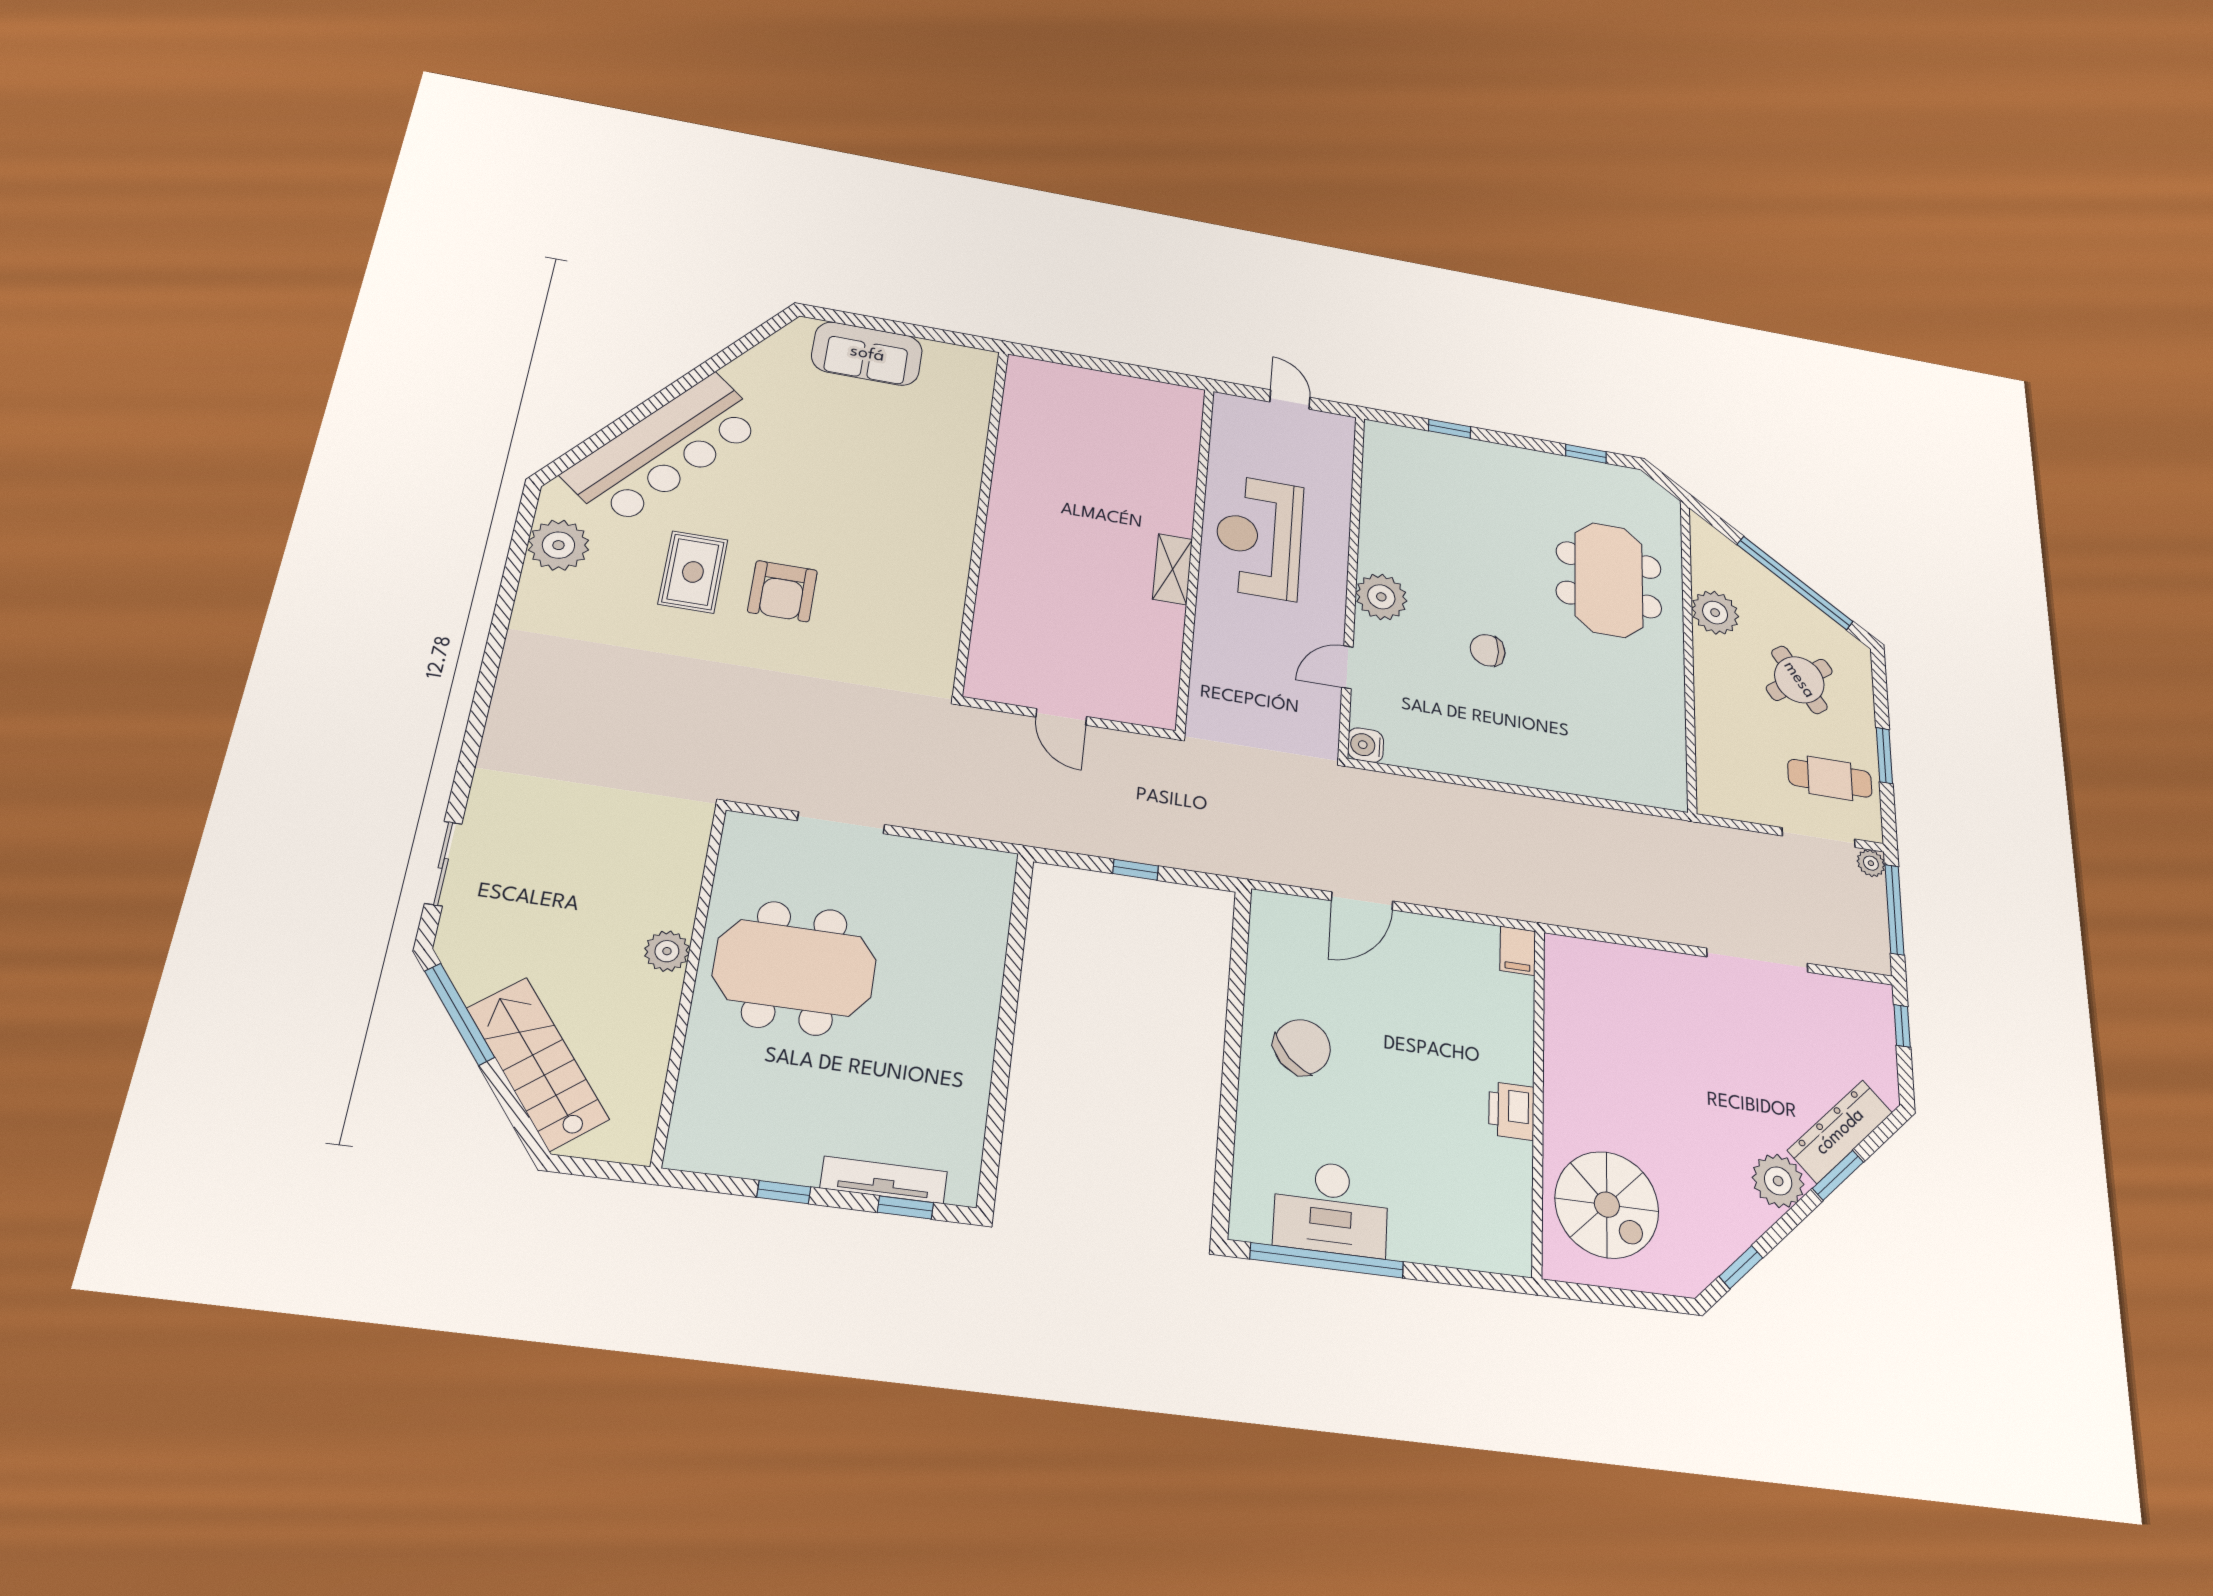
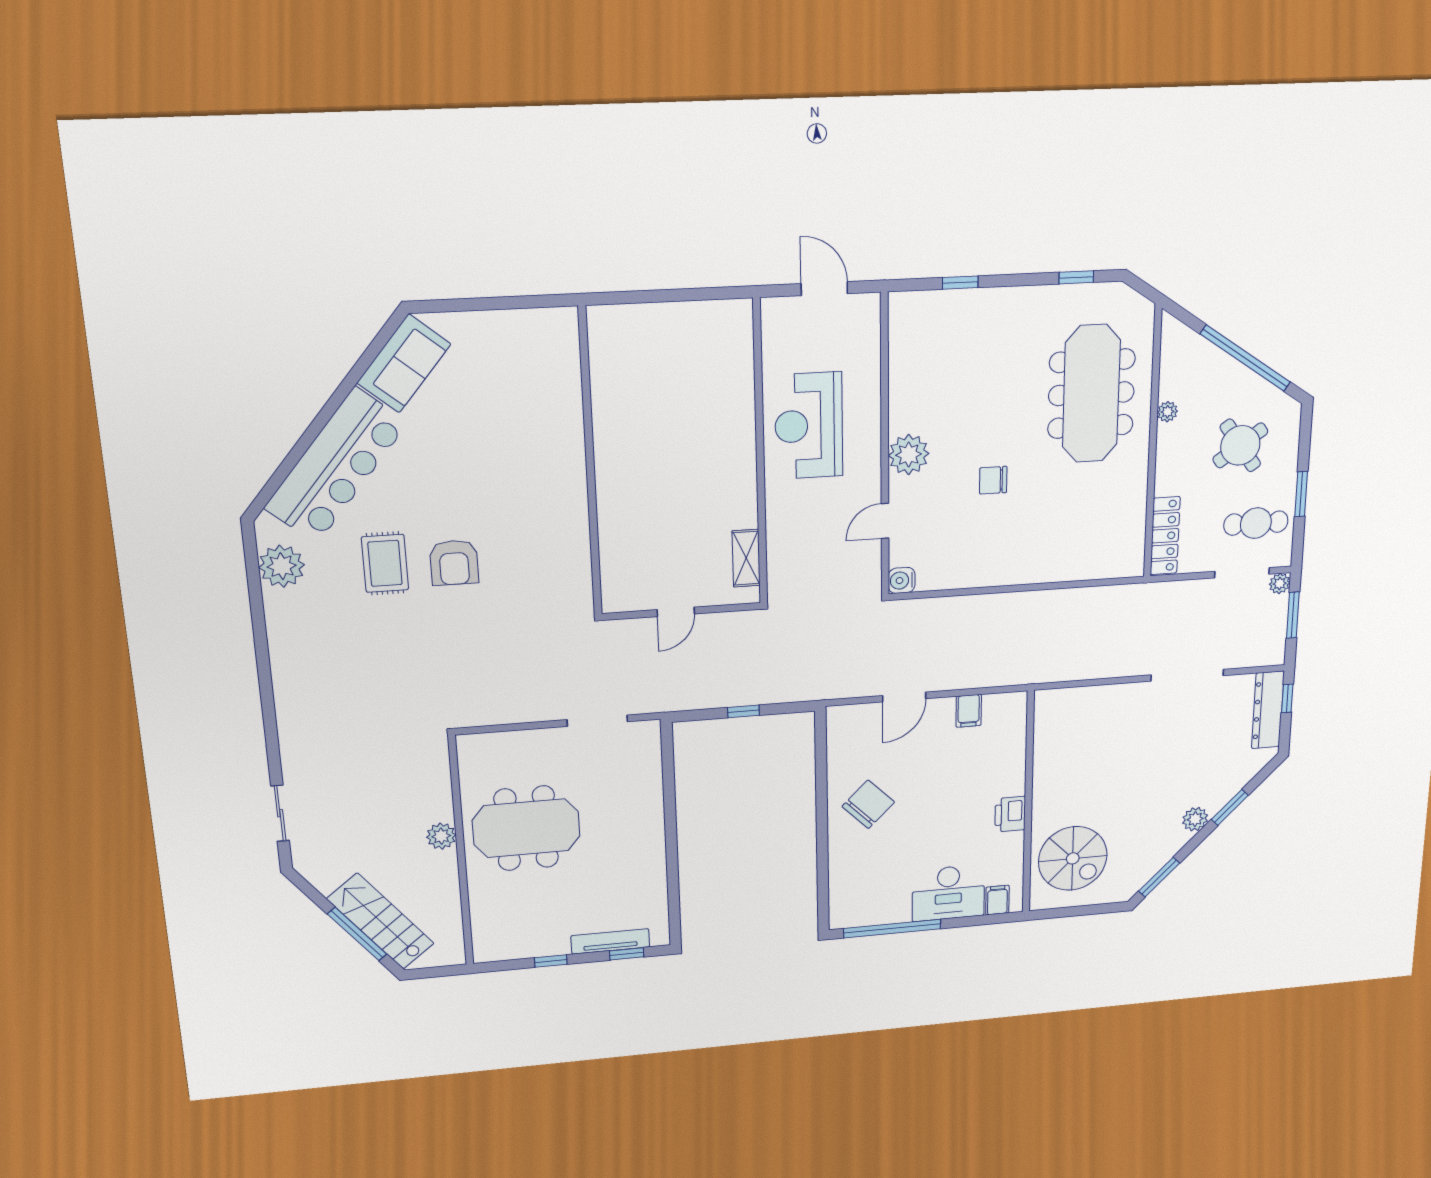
sofa: (867, 354) -> (404, 364), moved, turned -50
door: (1290, 400) -> (824, 289), width x1.38
shelving: (1173, 569) -> (746, 558), moved
meeting table: (1609, 580) -> (1091, 394), width x1.36
plant: (1715, 613) -> (1167, 412), width x0.53, depth x0.53
door: (1061, 717) -> (676, 612), hinge flipped
locker: (1712, 767) -> (1165, 536), added
doorway: (841, 823) -> (597, 721), moved
window: (1894, 910) -> (1293, 615), width x0.69
filing cabinet: (1518, 951) -> (969, 711), moved
window: (459, 1014) -> (357, 934), moved
dresser: (1840, 1132) -> (1268, 710), moved, turned -45
plant: (1778, 1181) -> (1195, 819), width x0.73, depth x0.73
desk: (1331, 1208) -> (948, 893), moved
filing cabinet: (1492, 1249) -> (997, 900), added
window: (1741, 1267) -> (1159, 877), width x1.50

